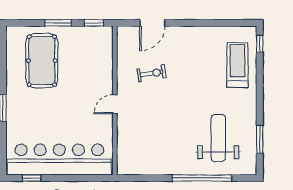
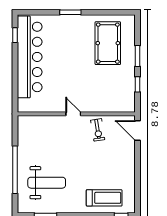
pool table: (42, 61) -> (108, 43), turned 90
wall: (115, 100) -> (76, 114), moved
door: (115, 104) -> (73, 114), moved

